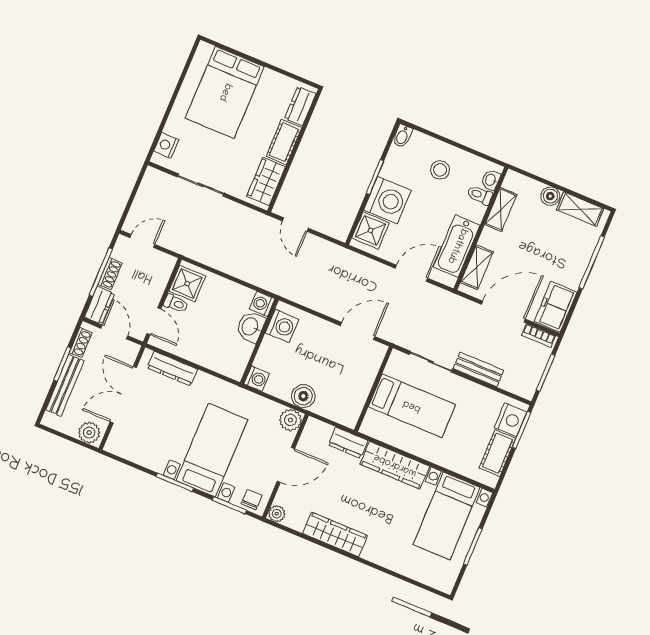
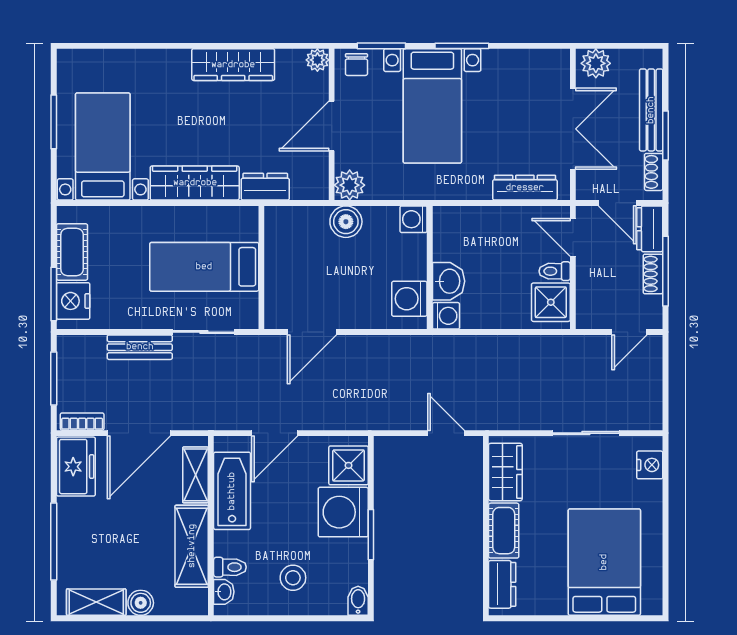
shelving: (501, 210) -> (192, 546), width x1.50, depth x1.33

